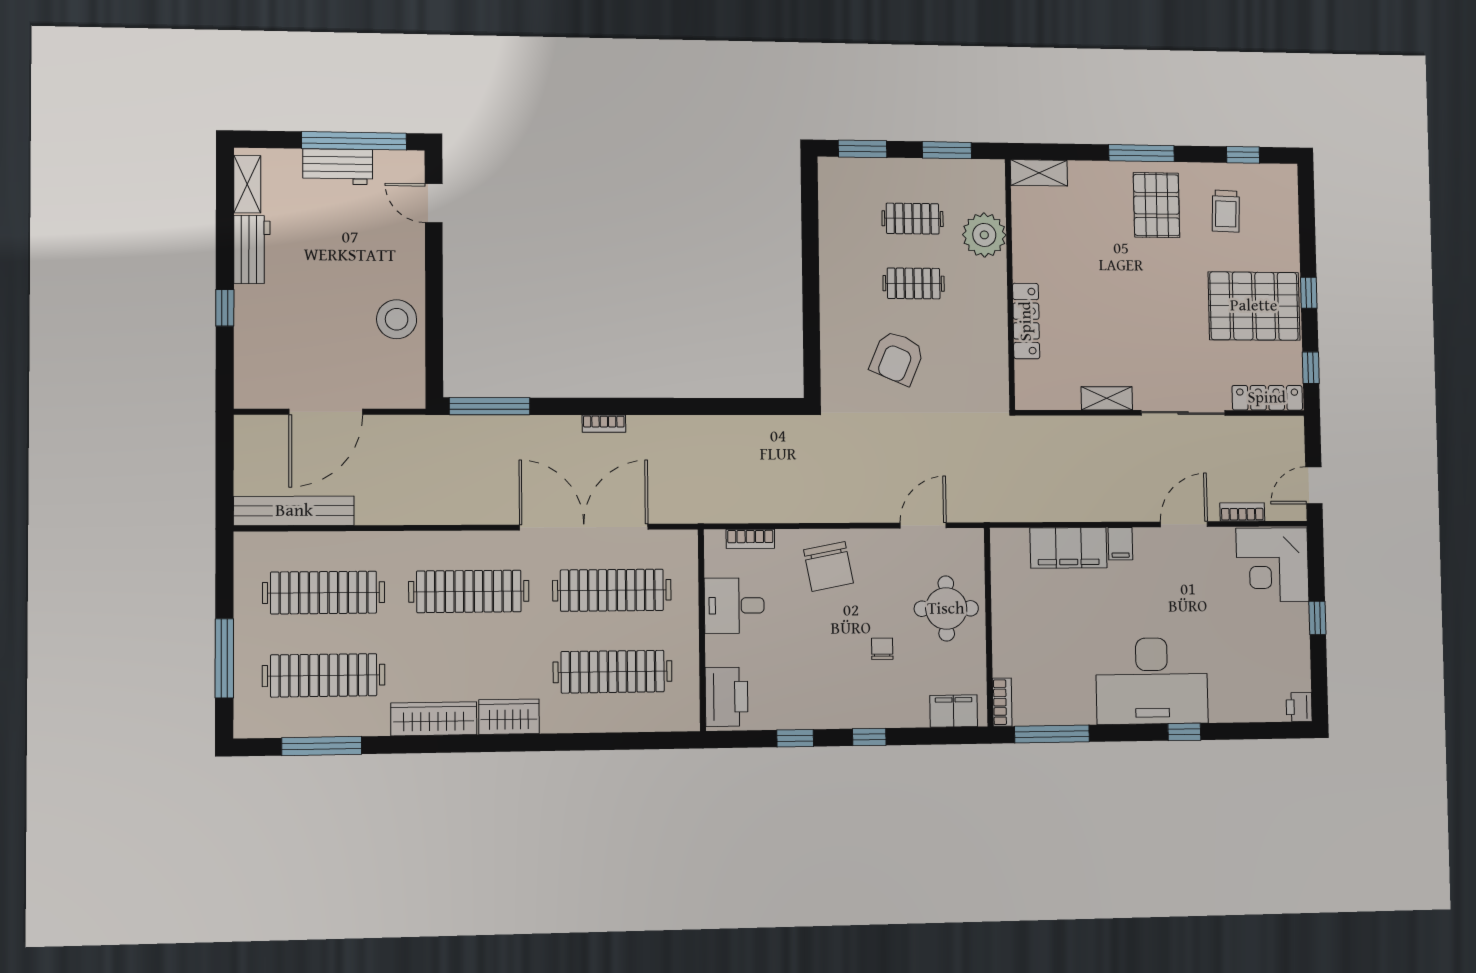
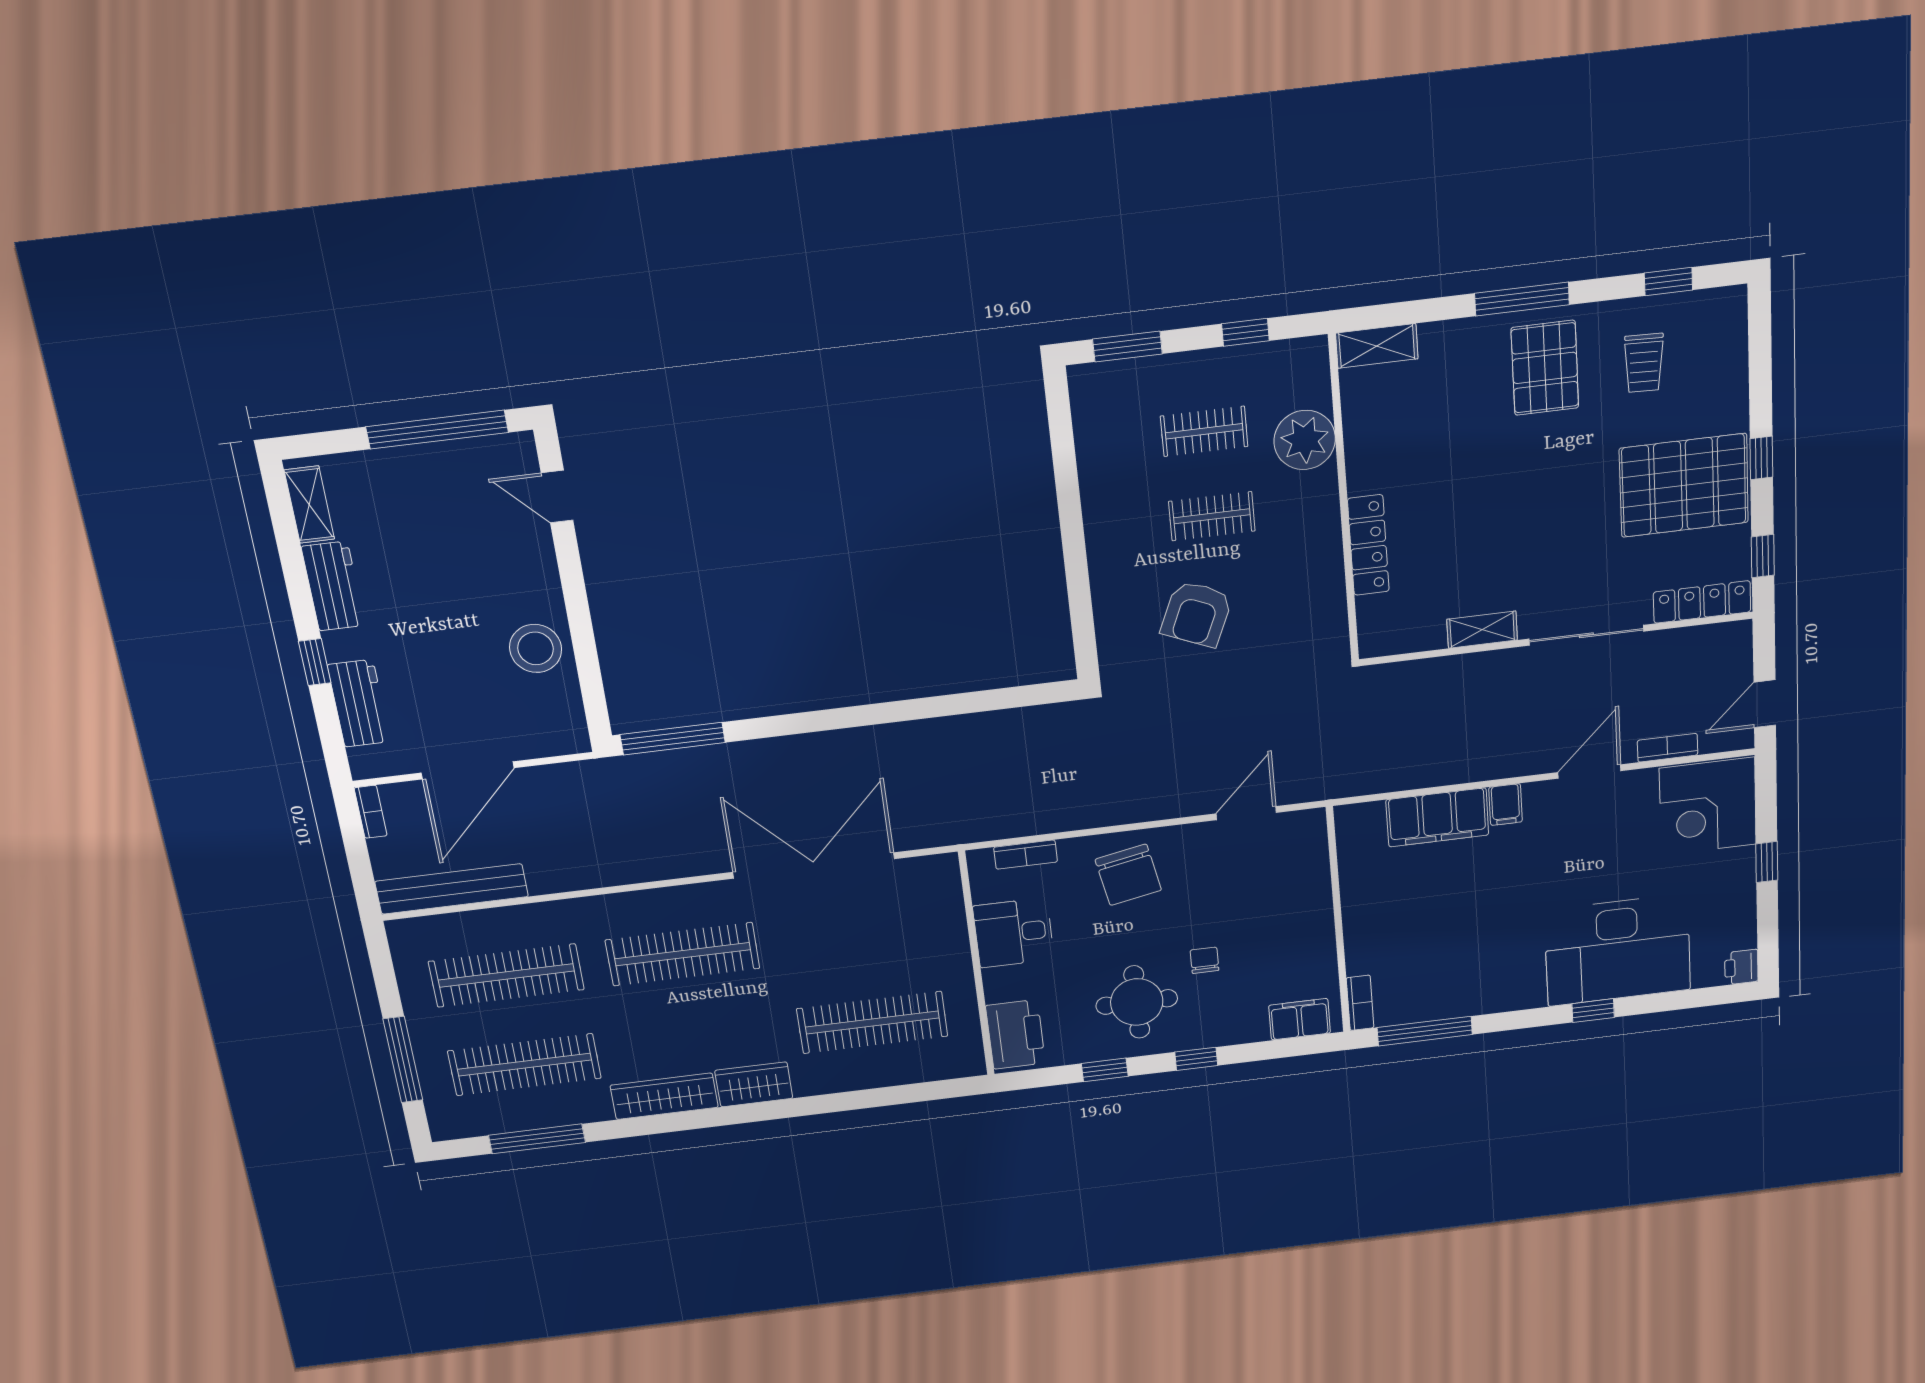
window: (947, 150) -> (1245, 332), width x0.67
workbench: (338, 167) -> (359, 703), moved, turned -90
bookcase: (604, 424) -> (371, 812), moved, turned -90
clothes rail: (612, 590) -> (859, 933), removed
round table: (946, 609) -> (1137, 1002), moved
desk: (1152, 681) -> (1618, 950), moved

